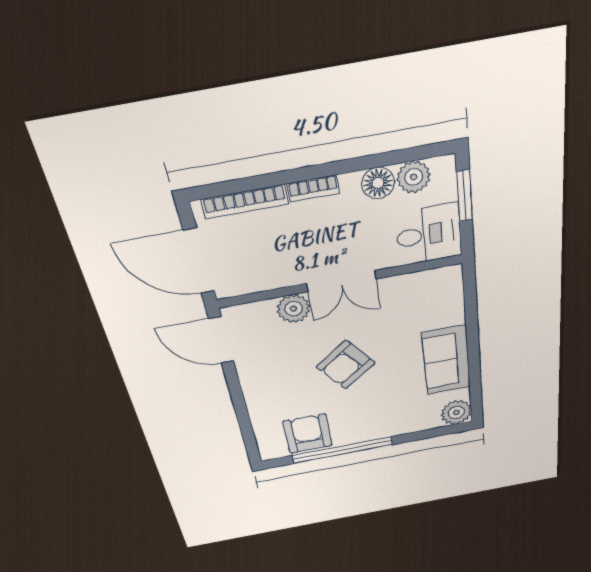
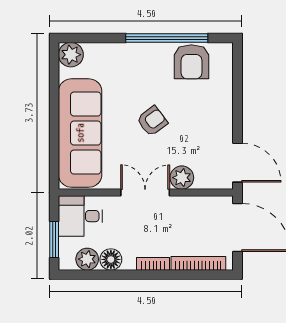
sofa: (446, 360) -> (80, 133), width x1.85, depth x1.27
armchair: (346, 365) -> (152, 121), width x0.72, depth x0.72

